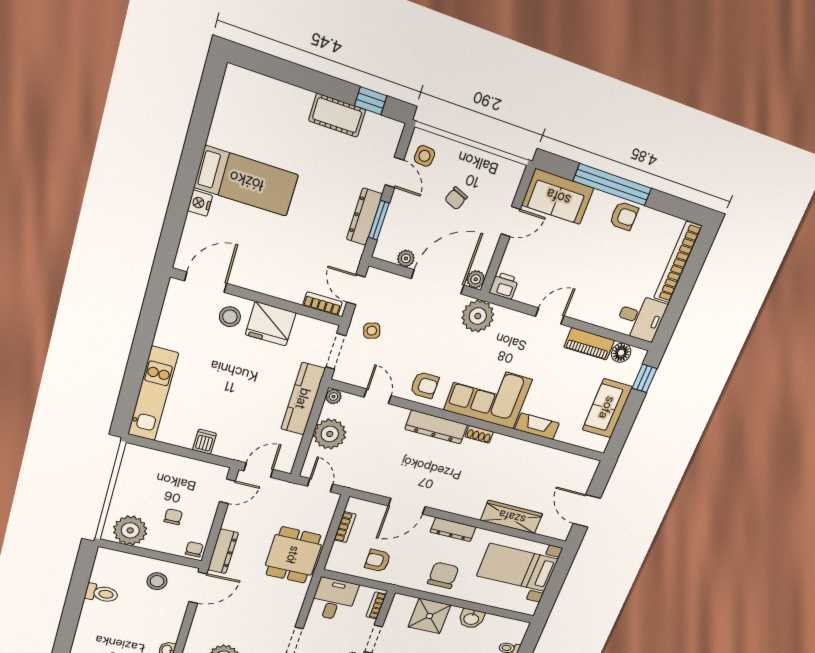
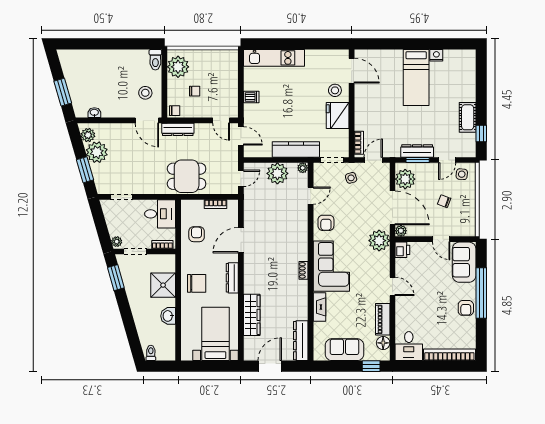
nightstand: (200, 203) -> (436, 55), moved
plant: (406, 258) -> (405, 179), width x1.88, depth x1.88
dresser: (436, 427) -> (301, 341), moved
door: (407, 506) -> (241, 240), hinge flipped
toilet: (102, 593) -> (155, 60), moved

